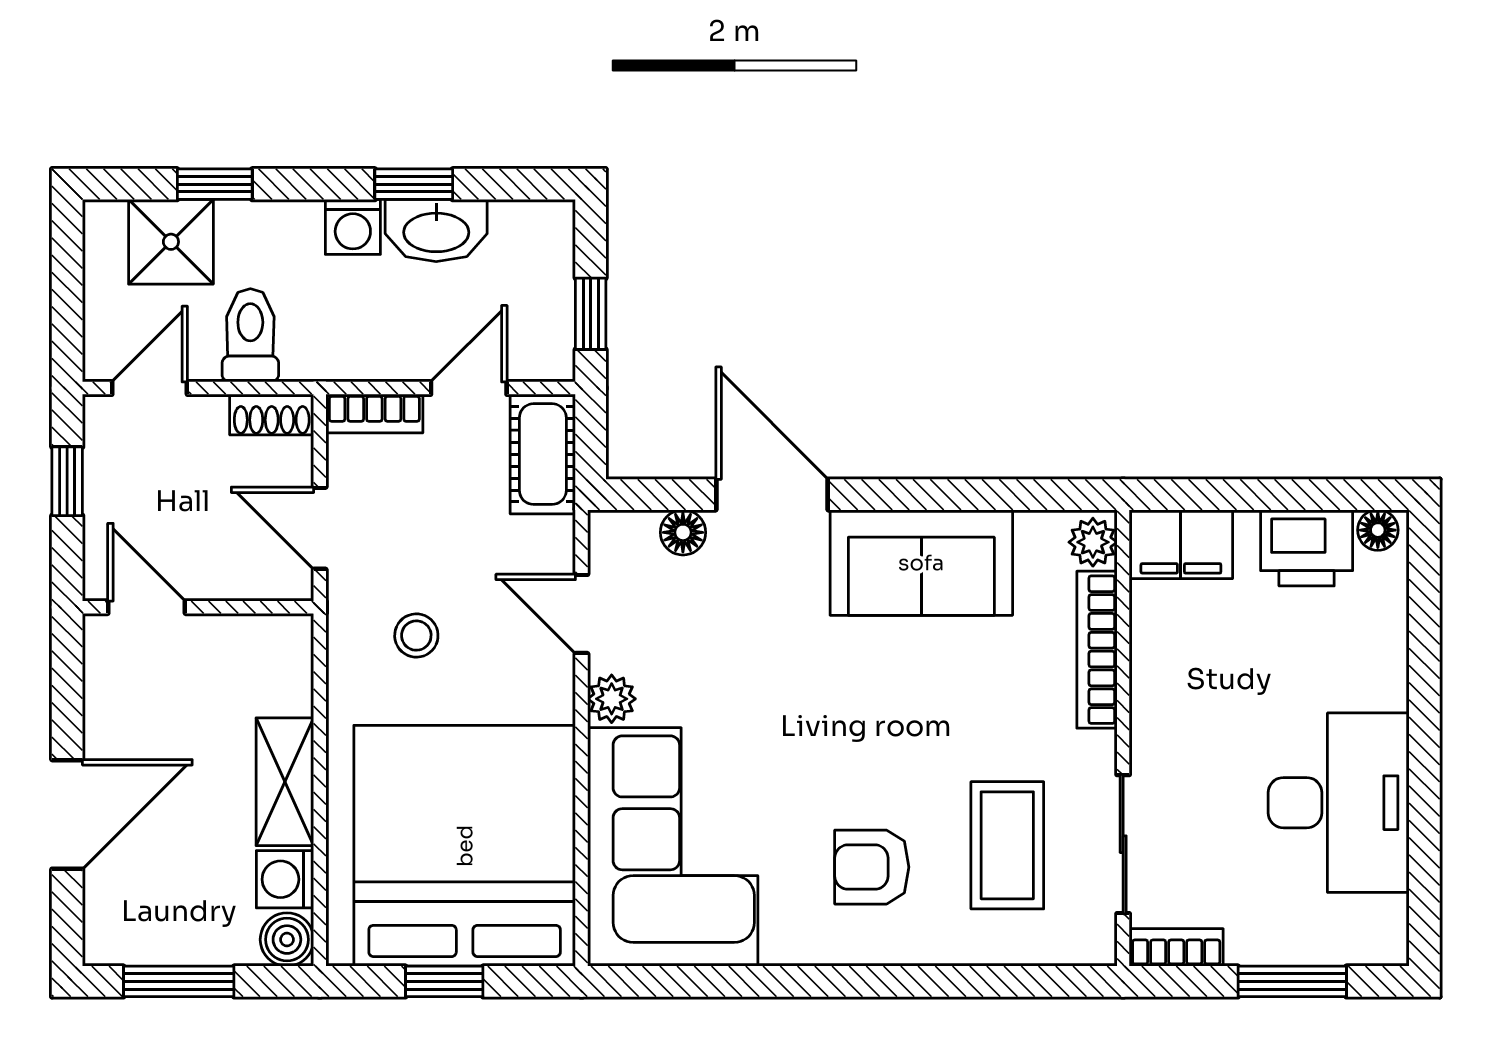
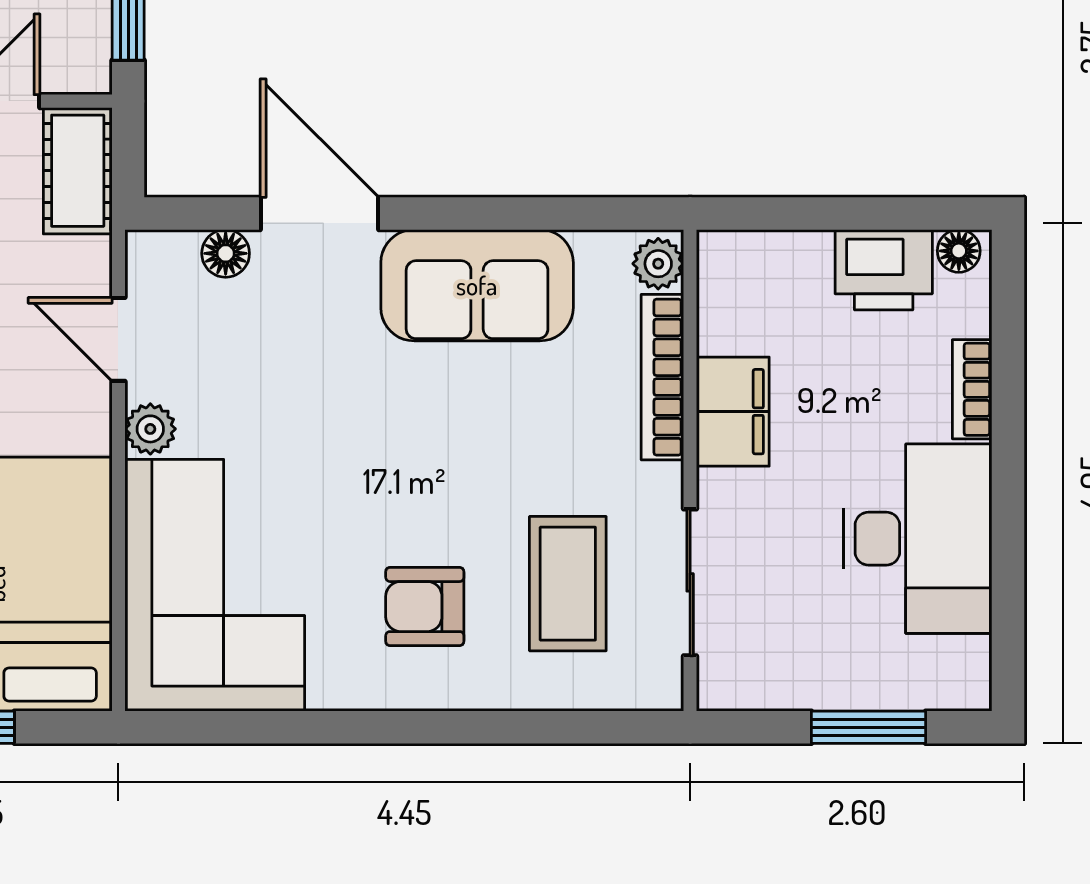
filing cabinet: (1181, 544) -> (733, 412), moved, turned -90
bookcase: (1176, 947) -> (972, 389), moved, turned -90

